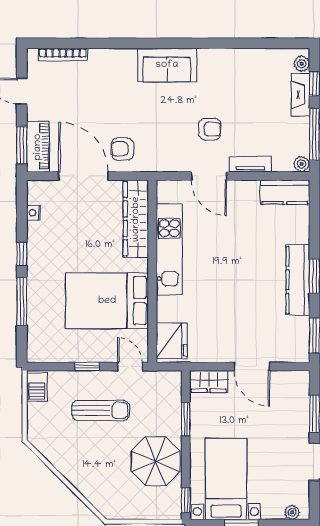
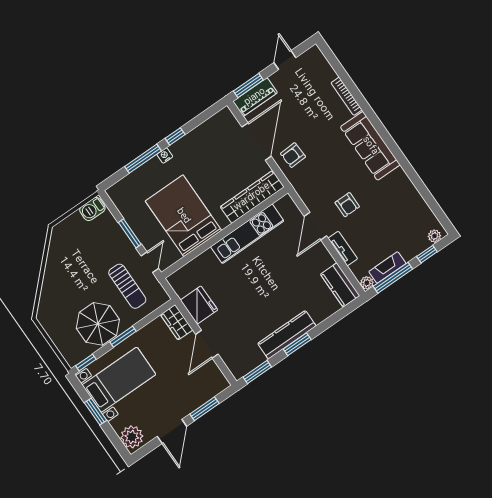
bookcase: (63, 55) -> (347, 96), moved
sofa: (167, 65) -> (370, 146), width x1.36
fireplace: (300, 95) -> (387, 268), moved
armchair: (122, 149) -> (293, 155), turned -93
nightstand: (34, 213) -> (165, 155), moved
fridge: (172, 341) -> (199, 305), moved, turned -90
window: (87, 366) -> (130, 233), width x1.50
sun lounger: (101, 410) -> (127, 286), moved
window: (186, 419) -> (123, 337), moved
plant: (292, 512) -> (132, 437), width x1.88, depth x1.88

